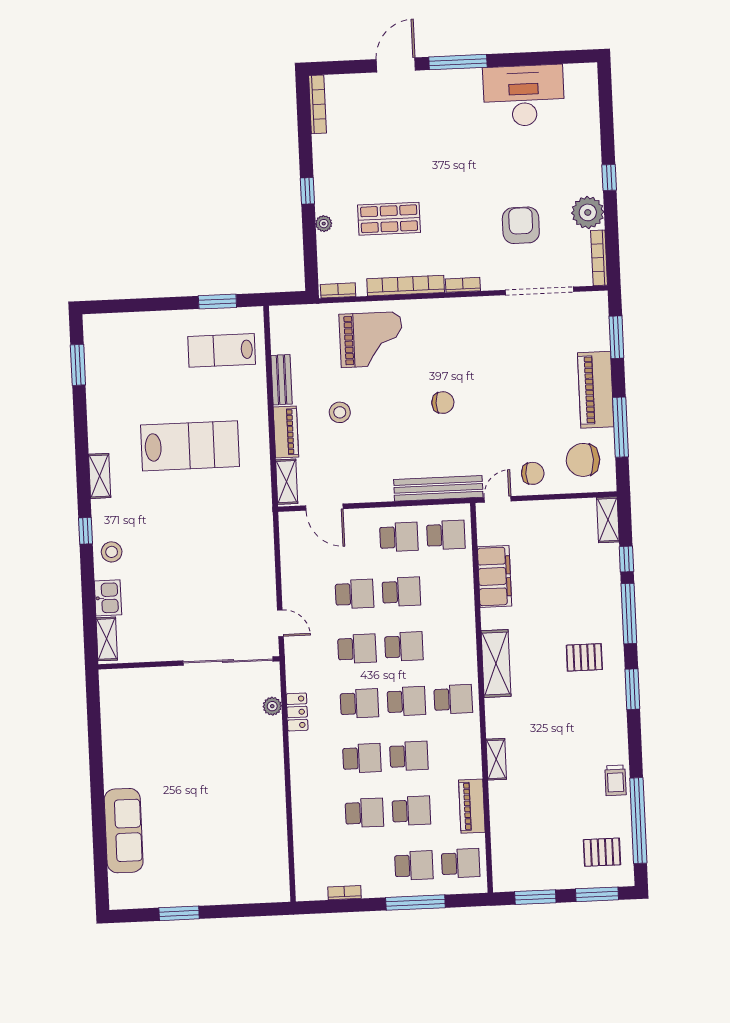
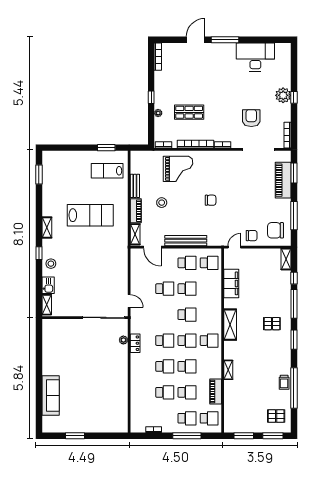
plant: (588, 212) -> (283, 95), moved
piano: (596, 390) -> (283, 180), moved
bench: (438, 488) -> (186, 241), moved
school desk: (357, 649) -> (165, 315), removed
window: (638, 821) -> (294, 388), moved

